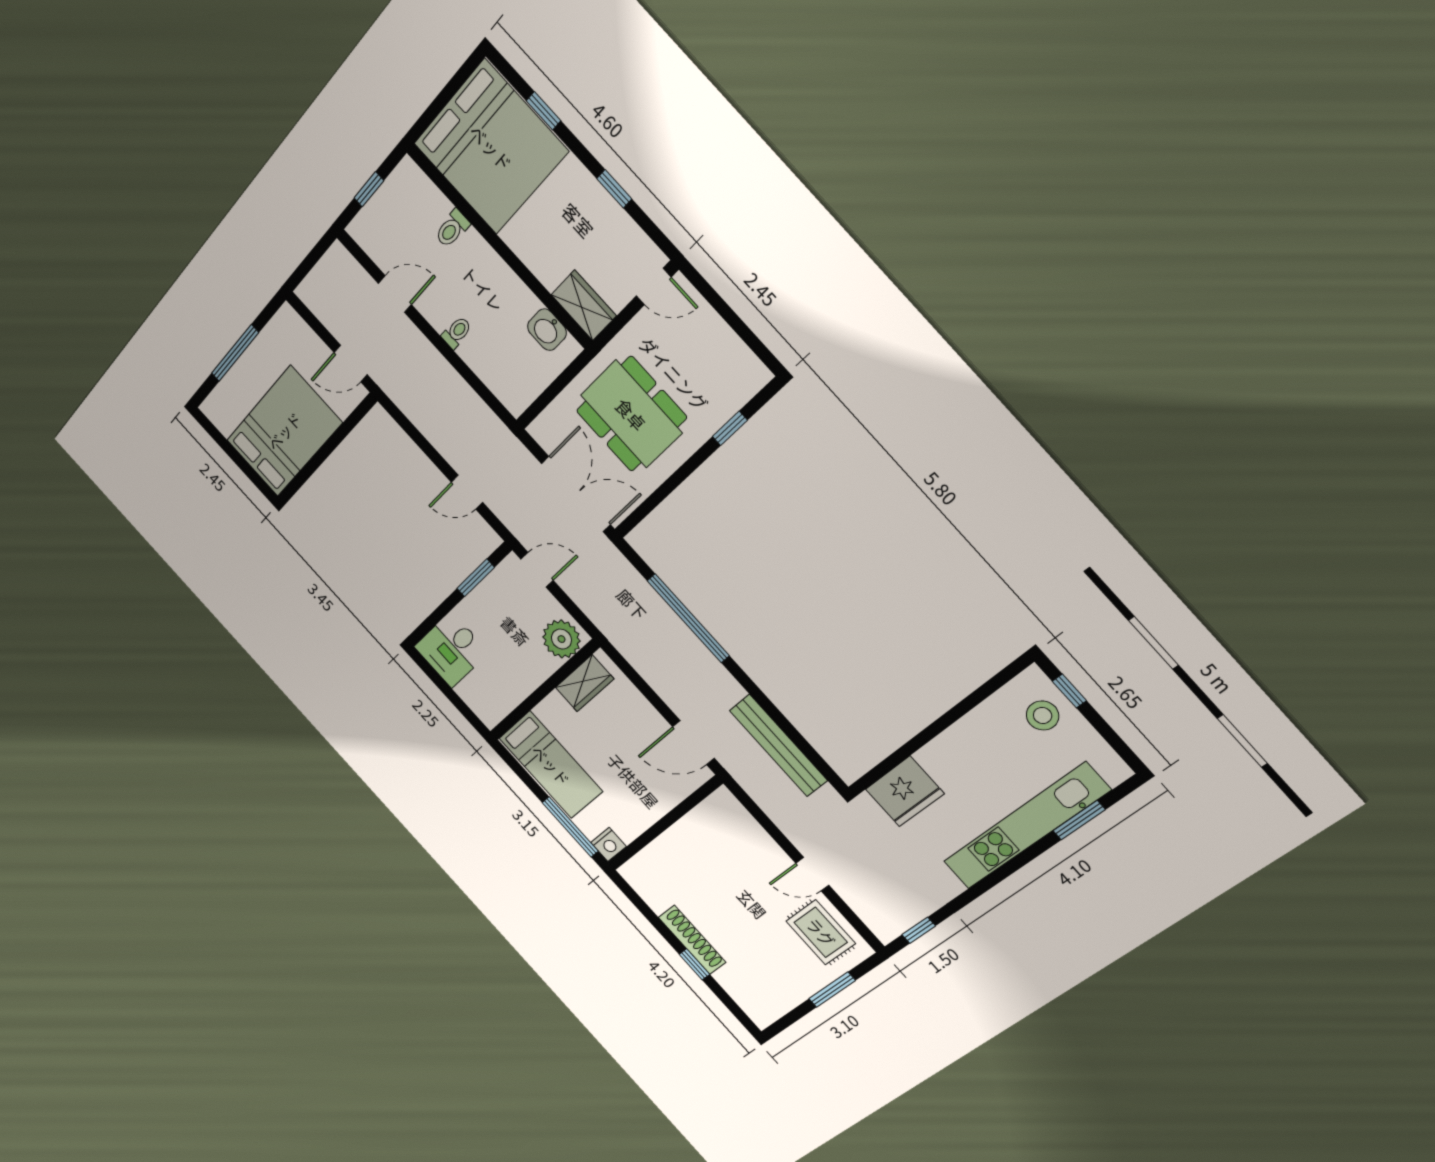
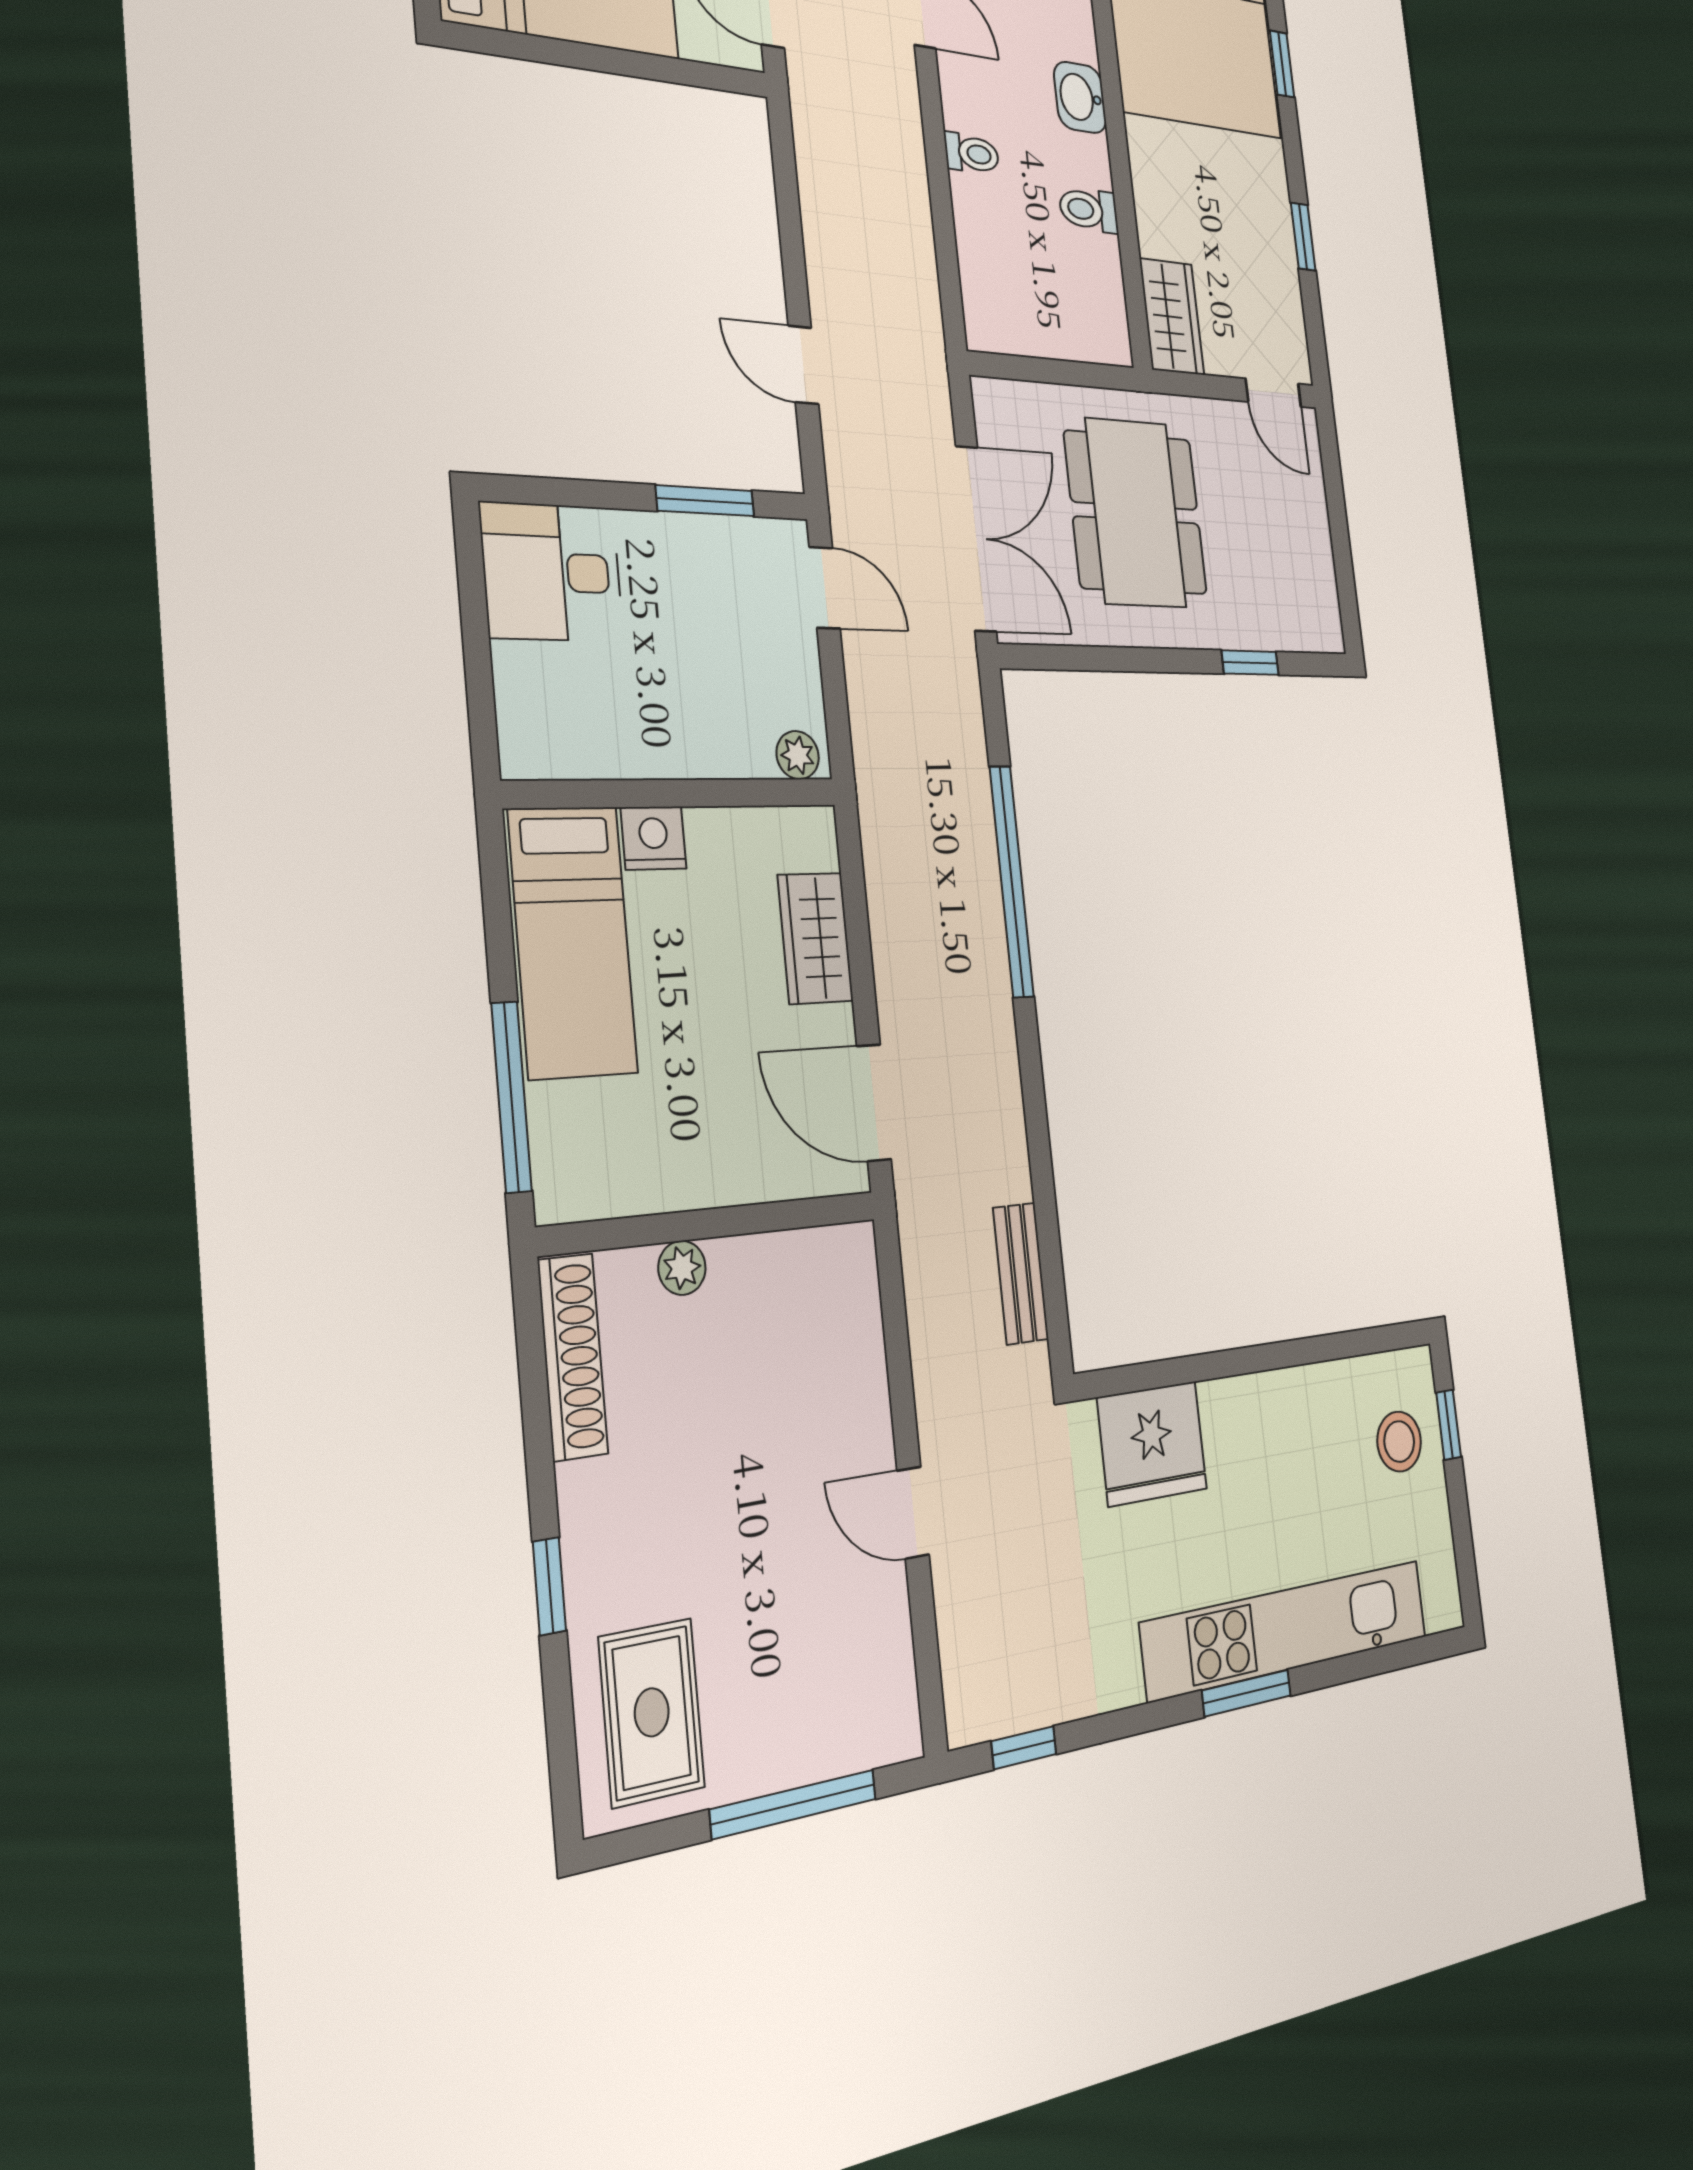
toilet: (452, 229) -> (1089, 210), moved
washbasin: (547, 330) -> (1080, 97), moved
plant: (561, 639) -> (798, 755), width x0.53, depth x0.53
wardrobe: (585, 683) -> (815, 938), moved, turned 90
bench: (778, 745) -> (1021, 1273), width x0.54, depth x0.82
window: (1079, 820) -> (1246, 1693), moved
nightstand: (609, 844) -> (654, 838), moved, turned 180
plant: (665, 844) -> (682, 1268), added
rug: (821, 932) -> (652, 1712), moved
shoe rack: (692, 940) -> (573, 1357), moved
window: (832, 990) -> (794, 1804), width x1.44

